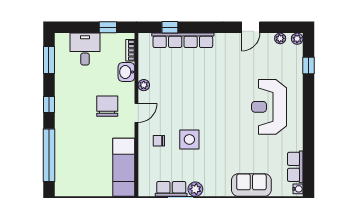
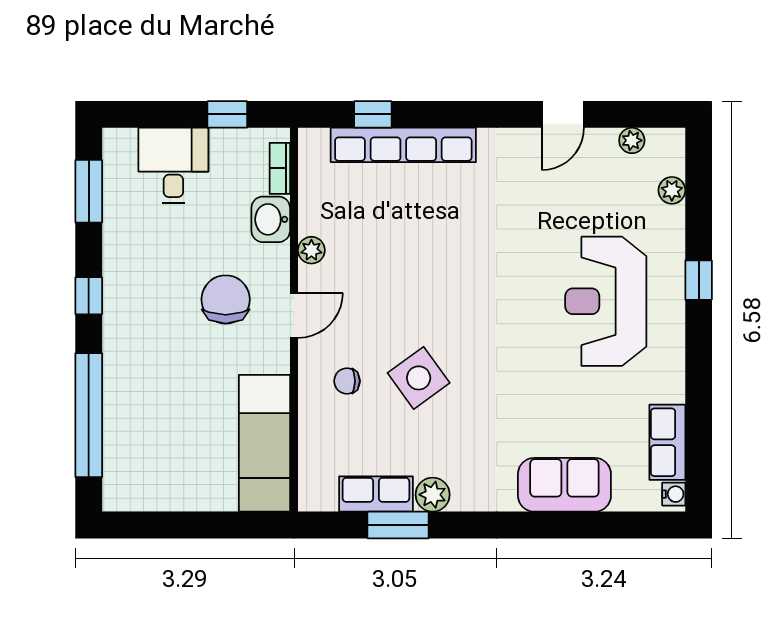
plant: (297, 39) -> (672, 190), moved
window: (309, 65) -> (699, 280), moved
side table: (189, 139) -> (419, 378), turned -36

